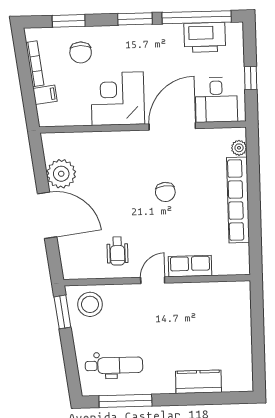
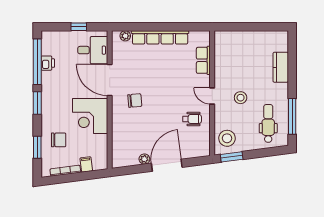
printer: (205, 37) -> (48, 63), width x0.53, depth x0.68
plant: (61, 174) -> (144, 159), width x0.53, depth x0.53
chair: (165, 192) -> (135, 101), moved
row of seats: (190, 266) -> (203, 60), moved
stool: (151, 323) -> (241, 98), added

